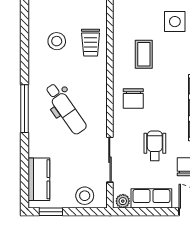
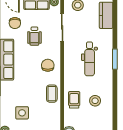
coffee table: (144, 54) -> (52, 94), moved
window: (25, 109) -> (115, 59), width x0.69
dental chair: (66, 109) -> (90, 59), turned -145

